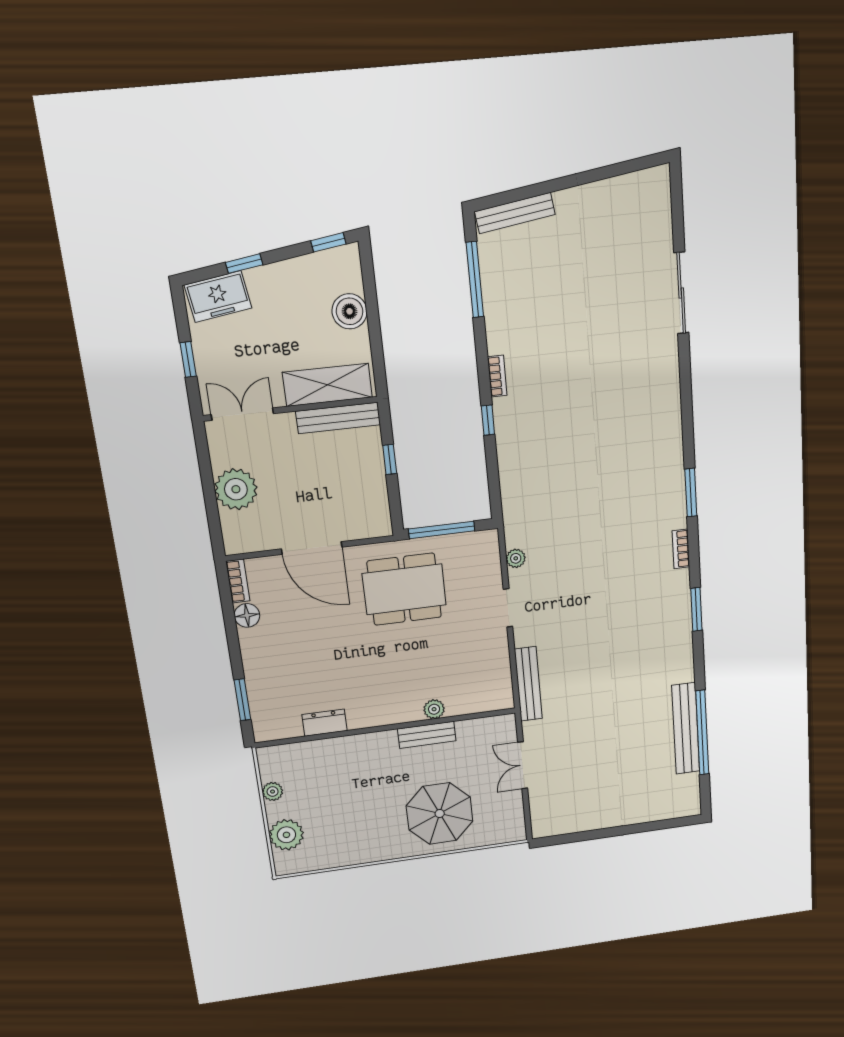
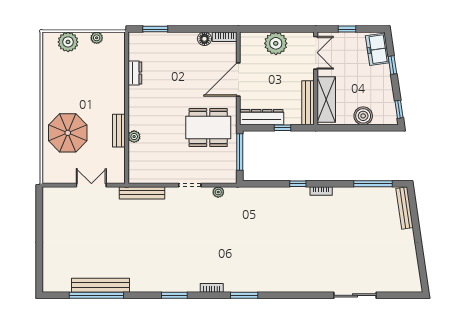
dresser: (375, 499) -> (262, 117), added
dining table: (404, 589) -> (208, 127), turned 90

